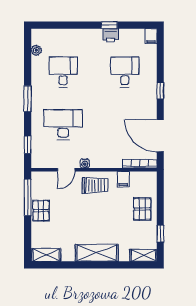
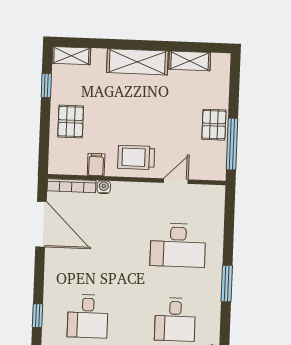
window: (160, 91) -> (37, 316), moved
window: (28, 145) -> (229, 219), removed
water cooler: (85, 163) -> (104, 187), moved
shelving: (46, 255) -> (190, 61), moved

